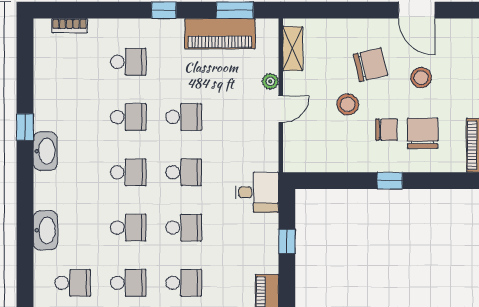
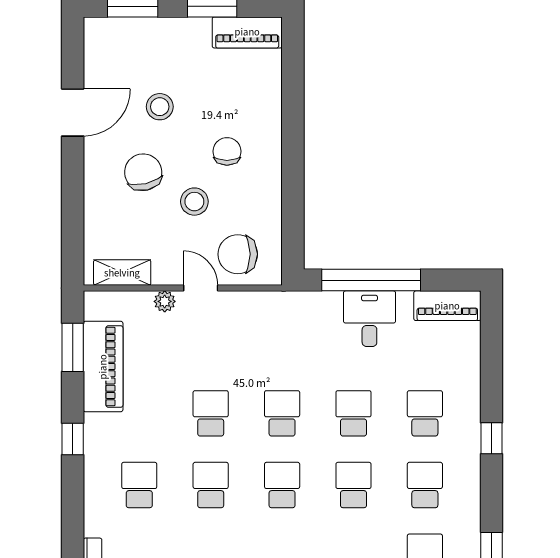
chair: (423, 133) -> (238, 254), moved
window: (390, 181) -> (293, 147), removed
desk: (257, 192) -> (369, 319), moved
window: (287, 241) -> (371, 280), width x3.17

